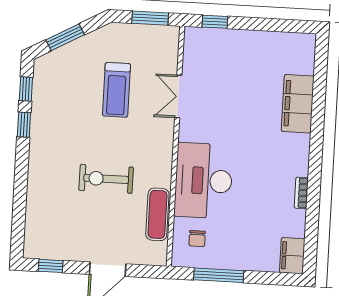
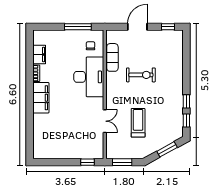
filing cabinet: (298, 104) -> (41, 98), moved
filing cabinet: (292, 256) -> (39, 55), moved

